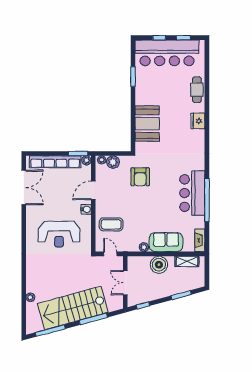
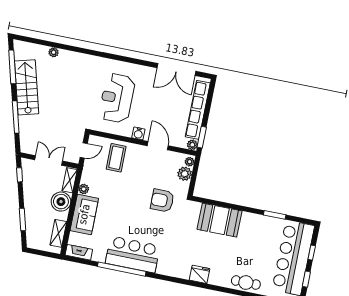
fridge: (198, 121) -> (200, 274), moved
shelving: (139, 261) -> (70, 180), added
stairs: (73, 308) -> (27, 87), width x0.73, depth x0.66

